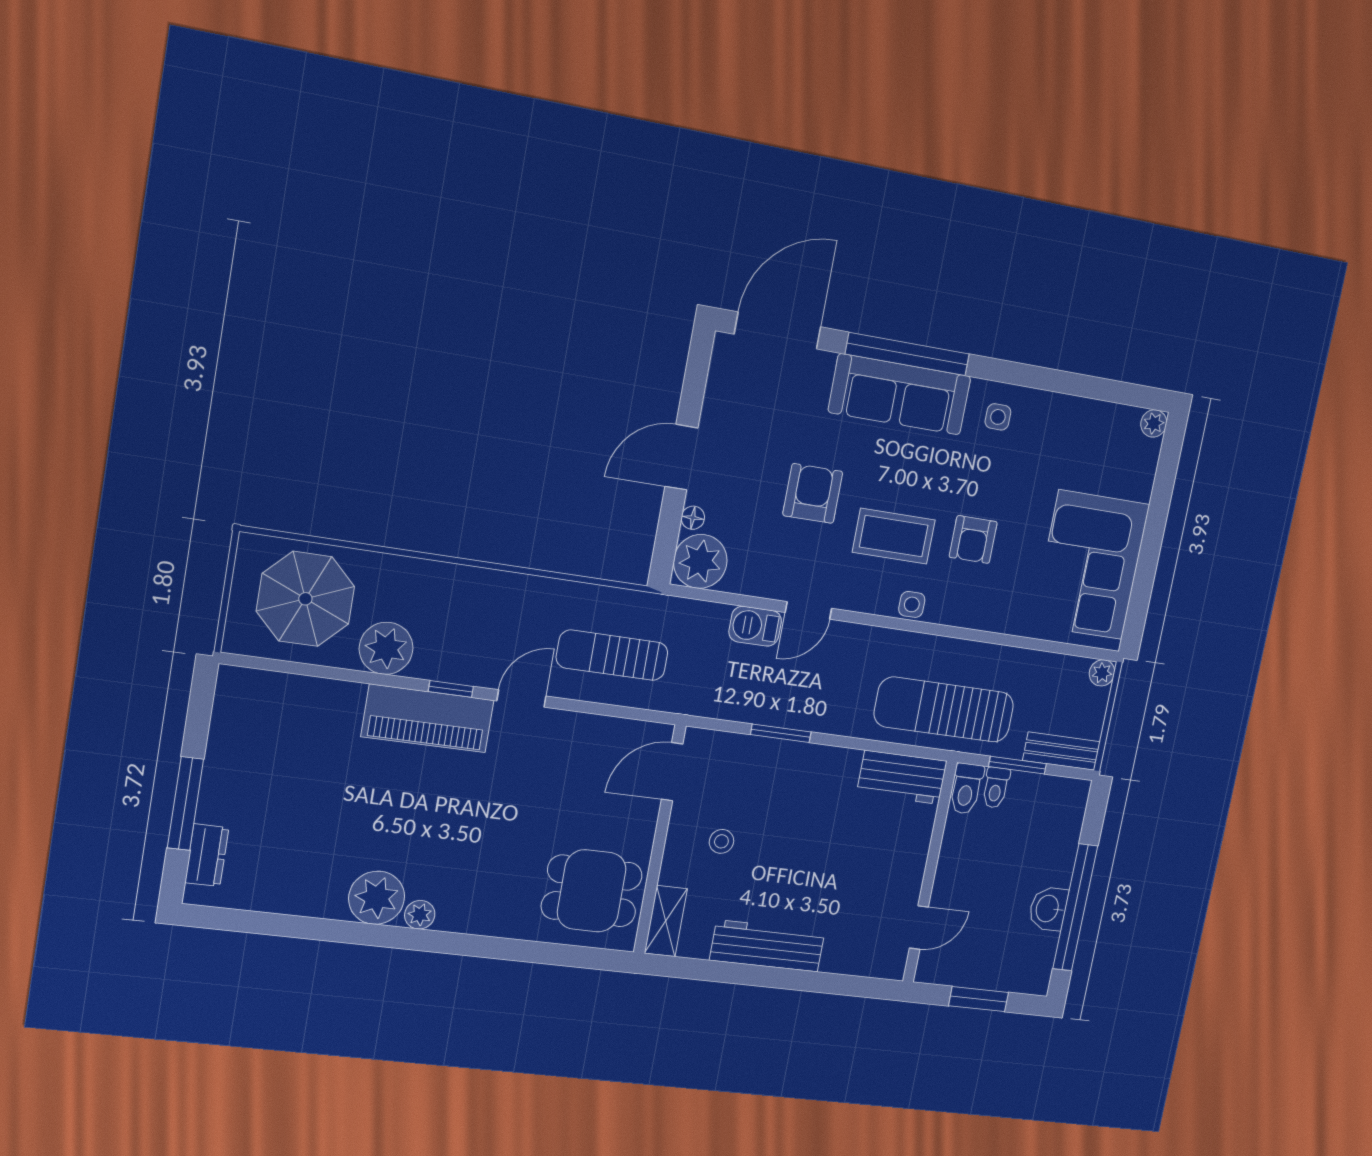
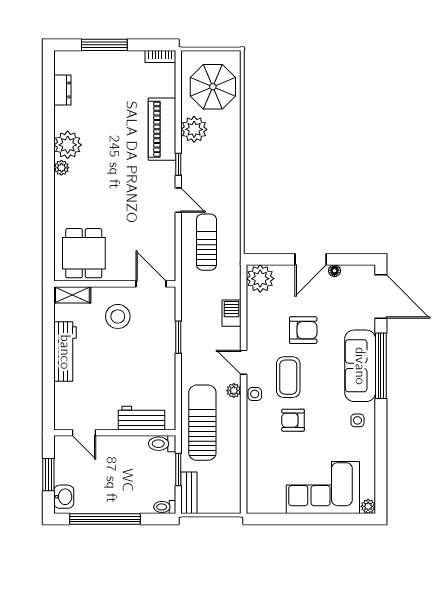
door: (681, 457) -> (311, 259), swing flipped
floor lamp: (693, 518) -> (334, 271), moved
corner sofa: (1091, 565) -> (323, 488), moved
door: (808, 610) -> (244, 362), moved
plant: (1102, 673) -> (234, 391), moved
bookcase: (227, 696) -> (160, 56), added
piano: (428, 718) -> (162, 129), moved
workbench: (902, 777) -> (141, 418), moved, turned 90
toilet: (996, 788) -> (165, 507), moved
stool: (721, 841) -> (118, 316), width x1.89, depth x1.89
dresser: (207, 855) -> (62, 90), moved, turned -90
washbasin: (1048, 909) -> (64, 497), moved, turned 90

